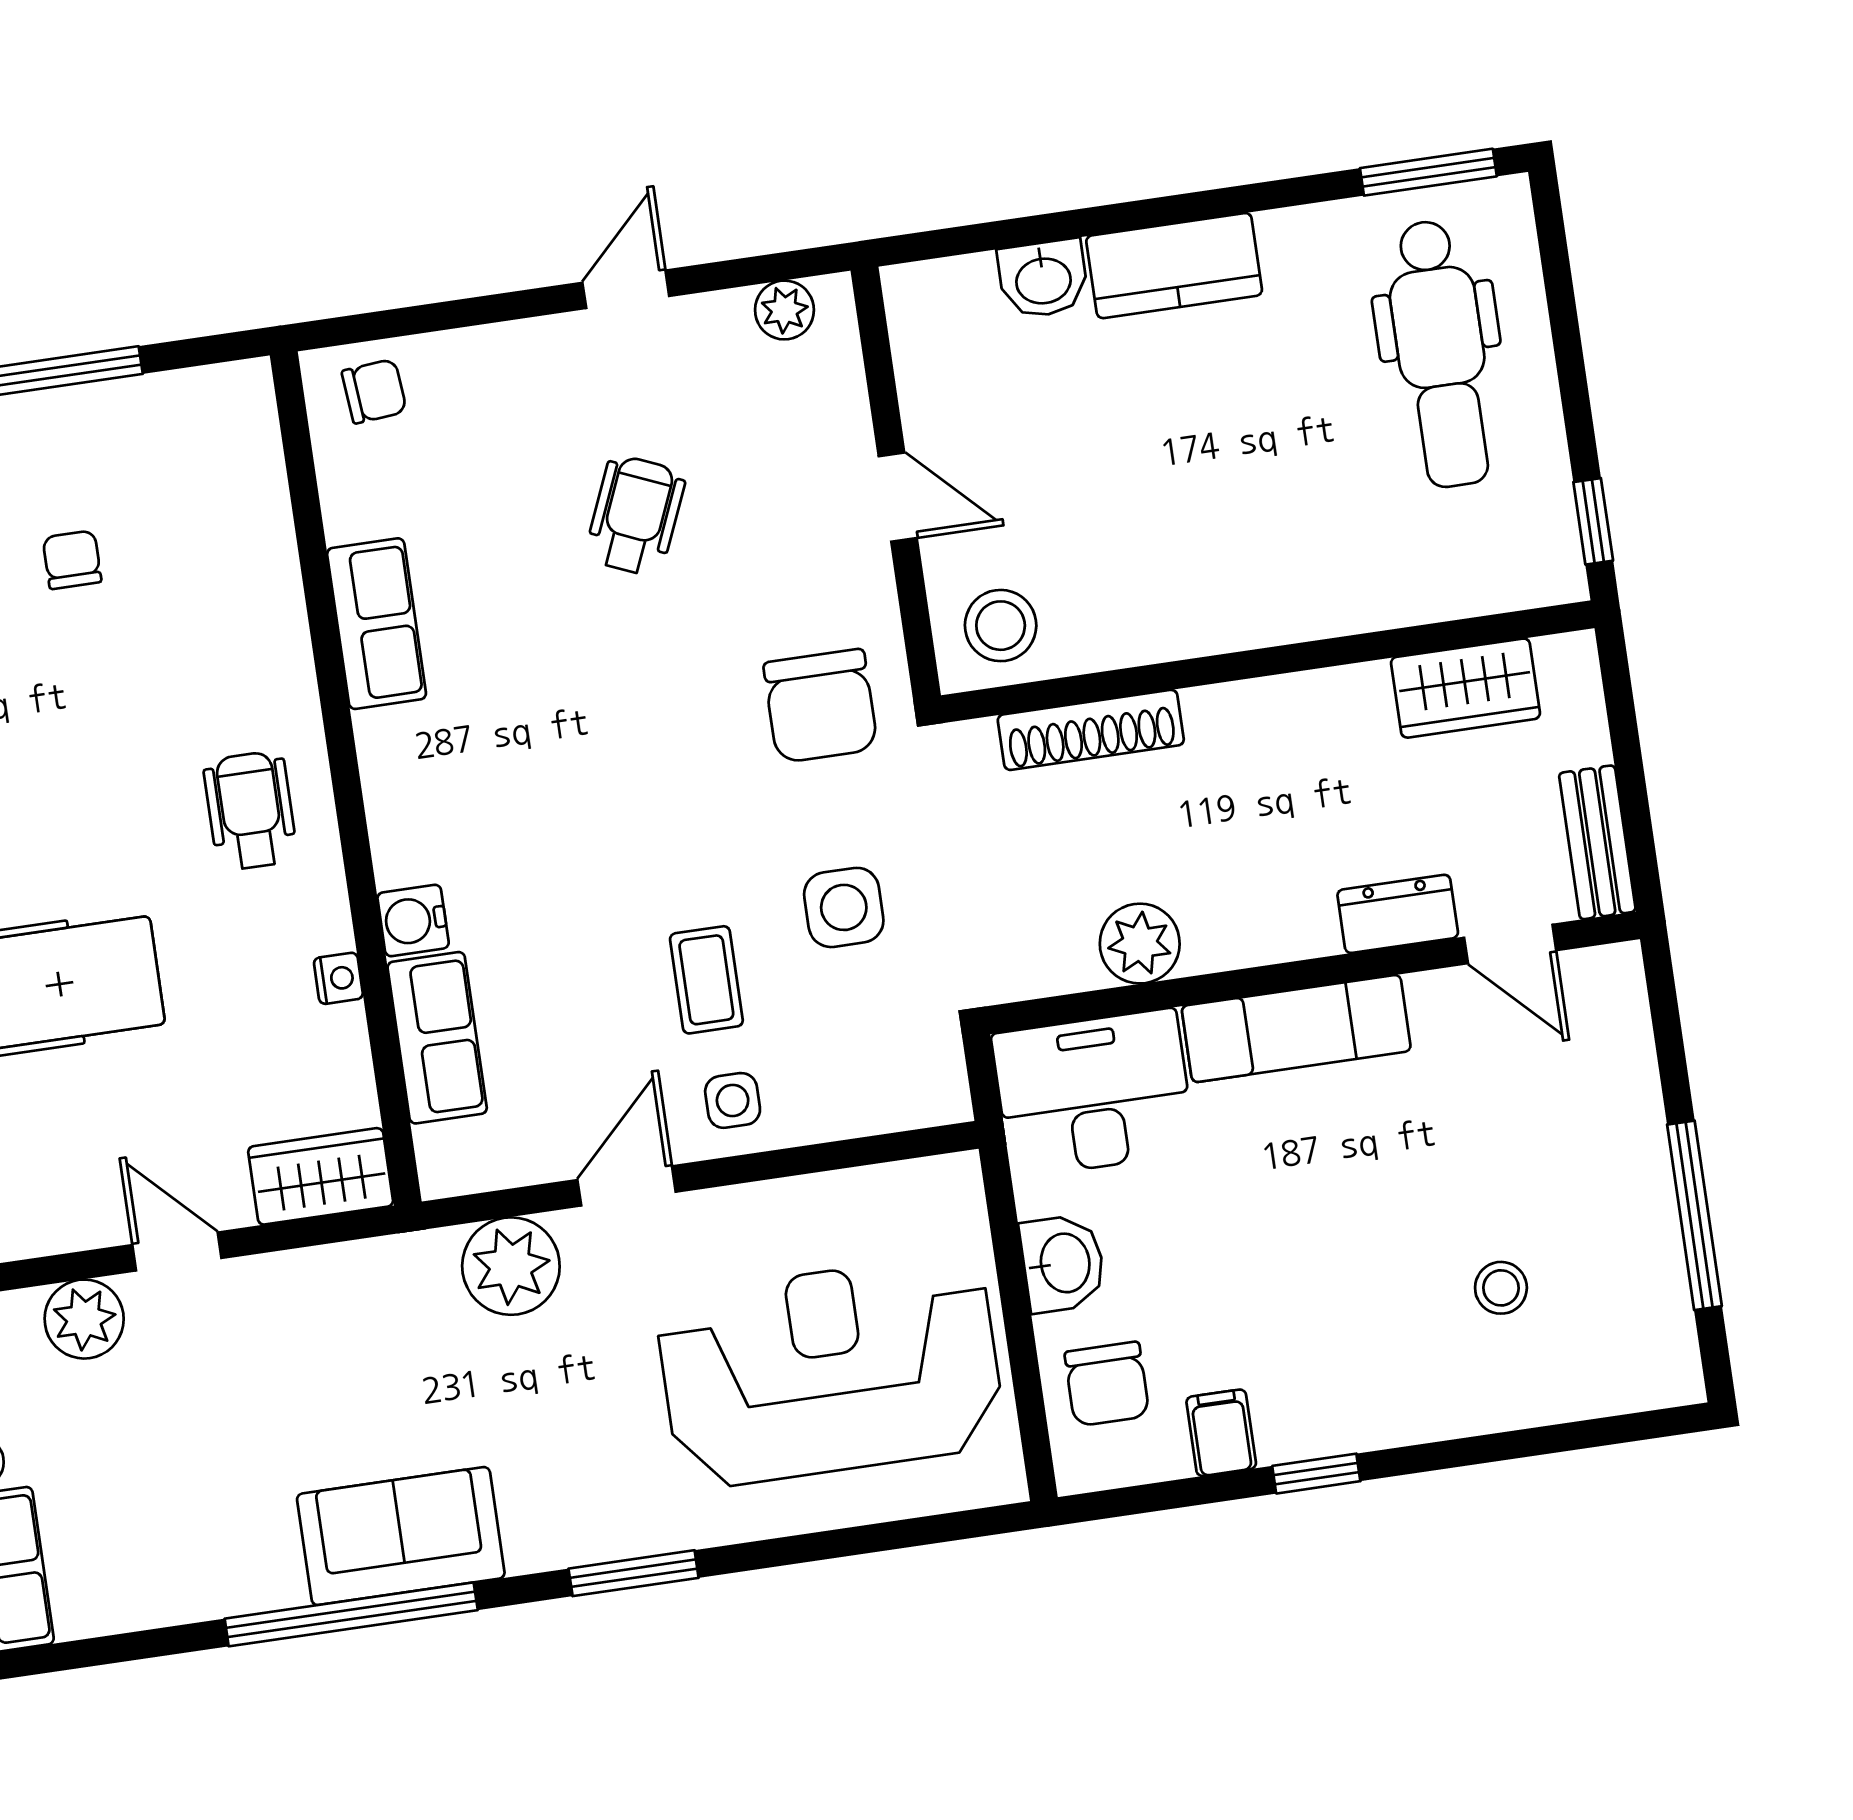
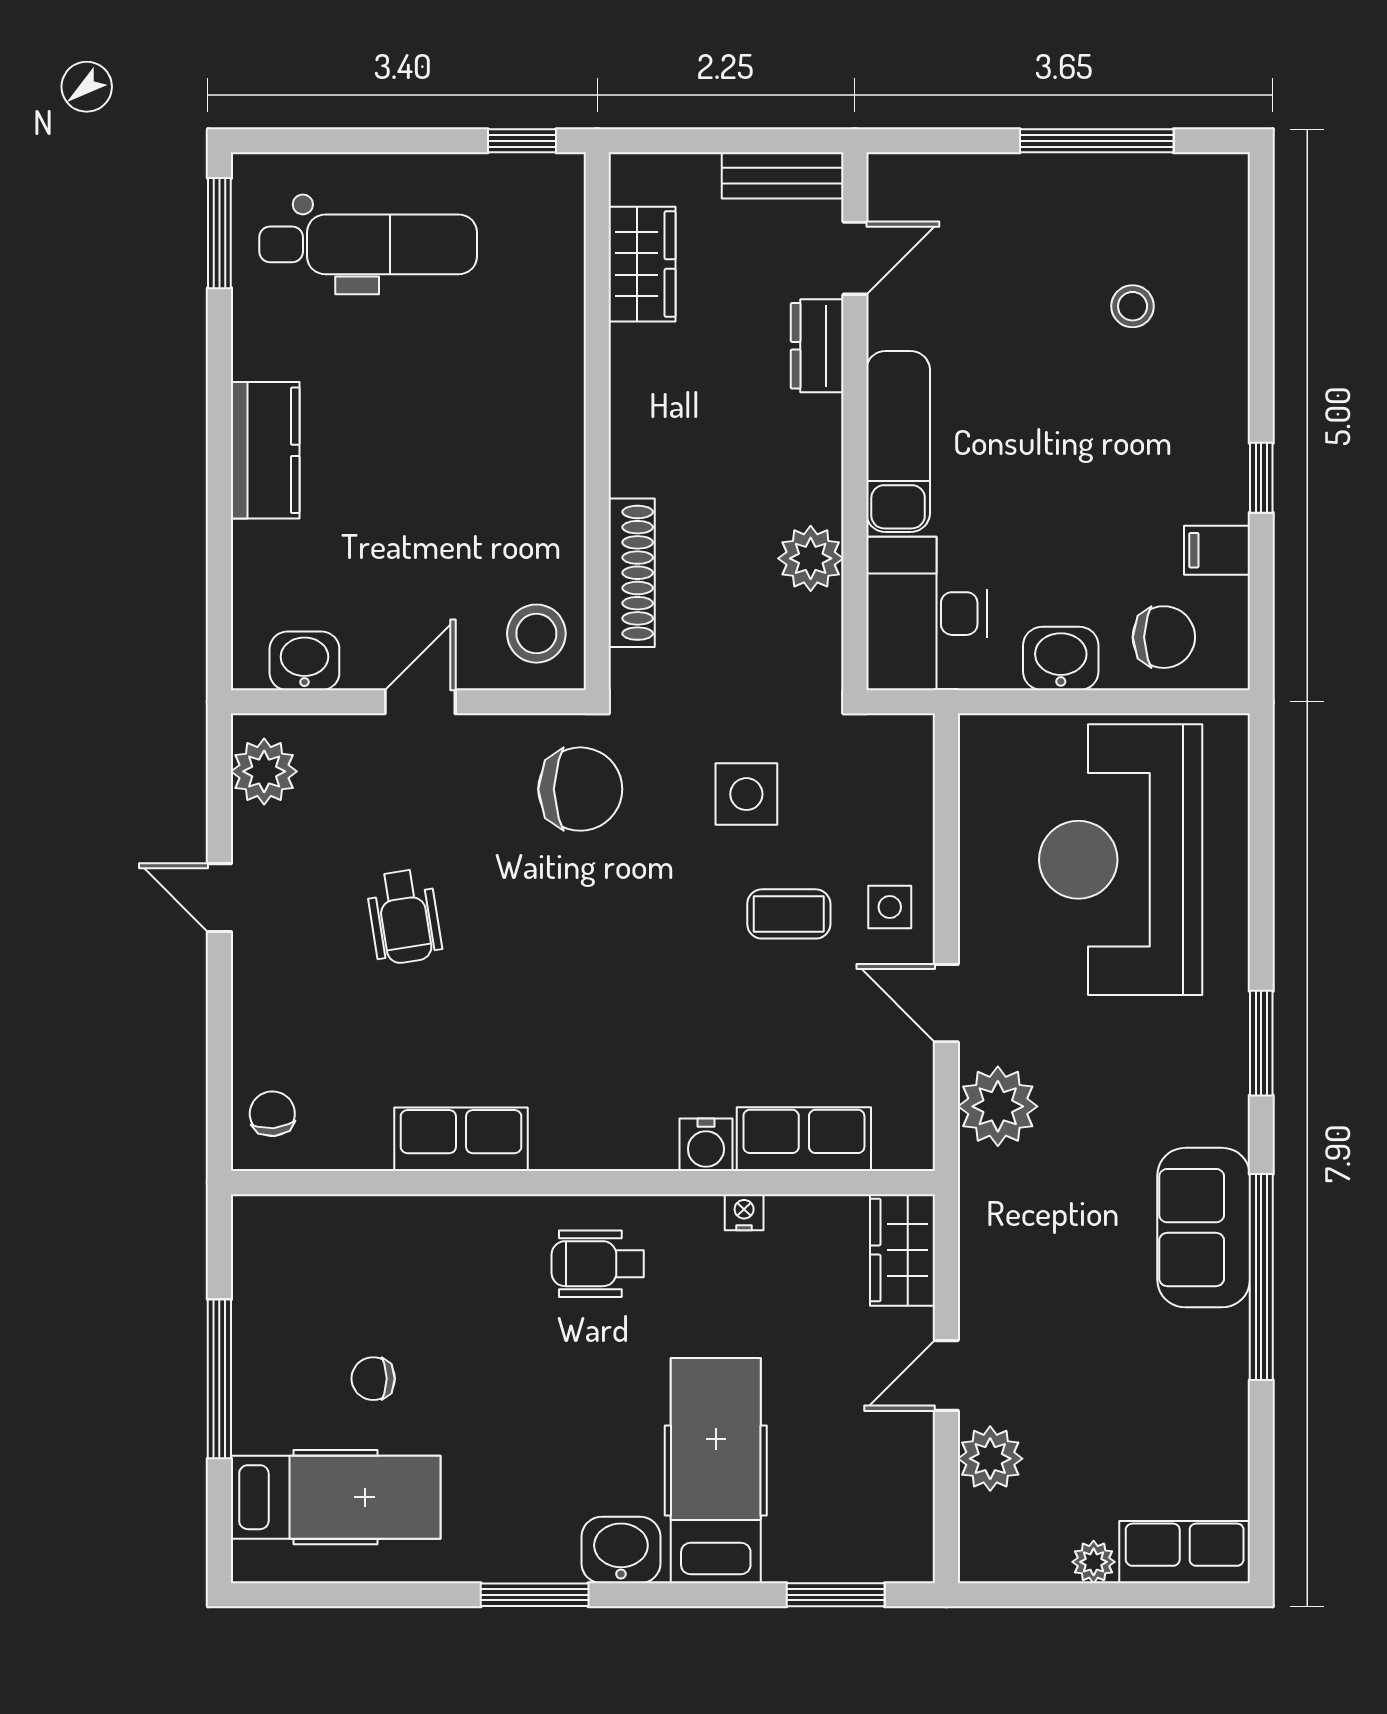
washbasin: (1043, 279) -> (304, 661), moved, turned -90
plant: (784, 310) -> (264, 771), width x1.38, depth x1.38
wheelchair: (635, 516) -> (404, 917), turned -122

